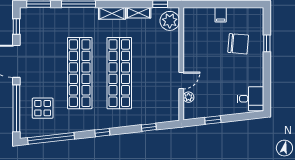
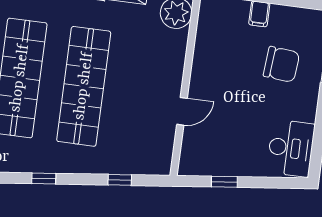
plant: (188, 97) -> (190, 140), removed
desk: (251, 99) -> (291, 148), width x1.37

